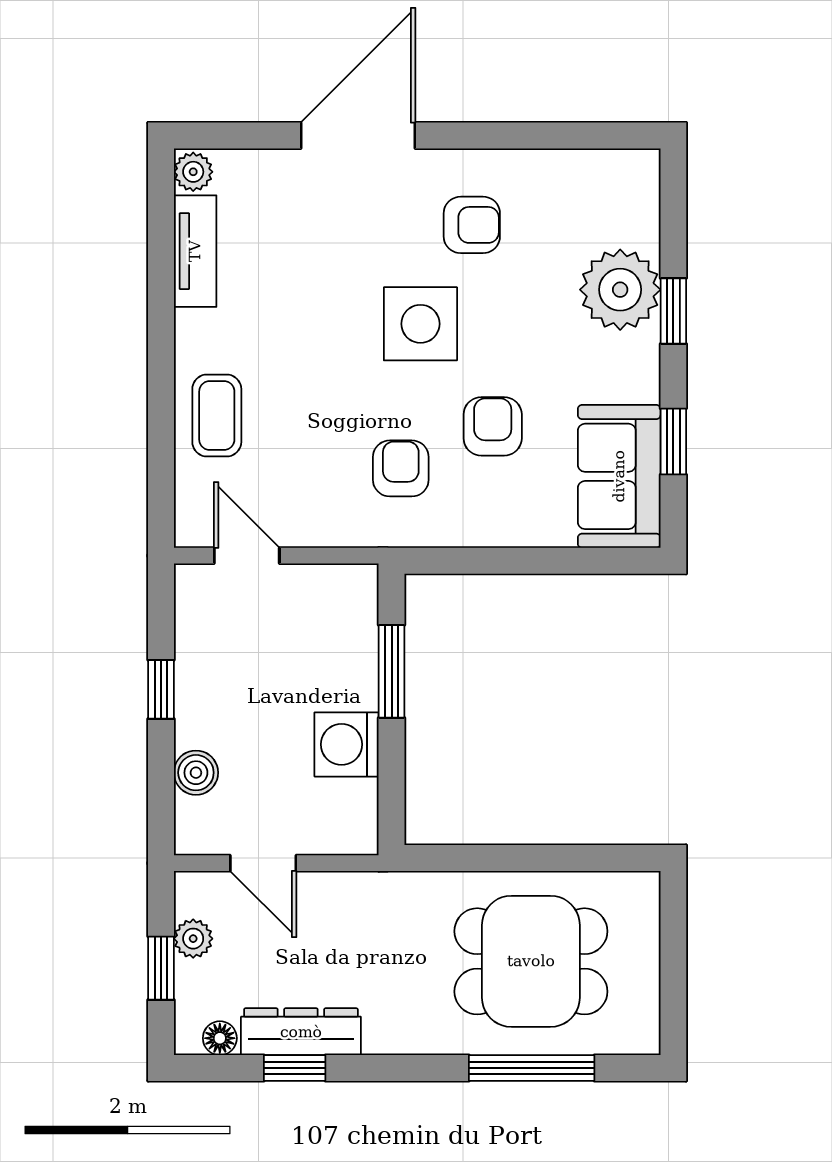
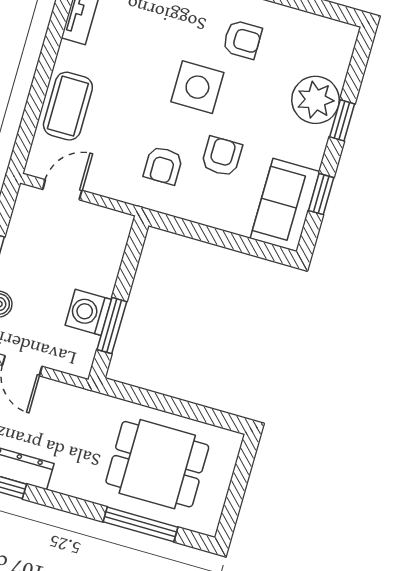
coffee table: (217, 416) -> (68, 106), width x1.36, depth x1.30
armchair: (401, 468) -> (163, 165), turned 180
door: (247, 556) -> (62, 190), hinge flipped
window: (392, 671) -> (112, 326), moved

